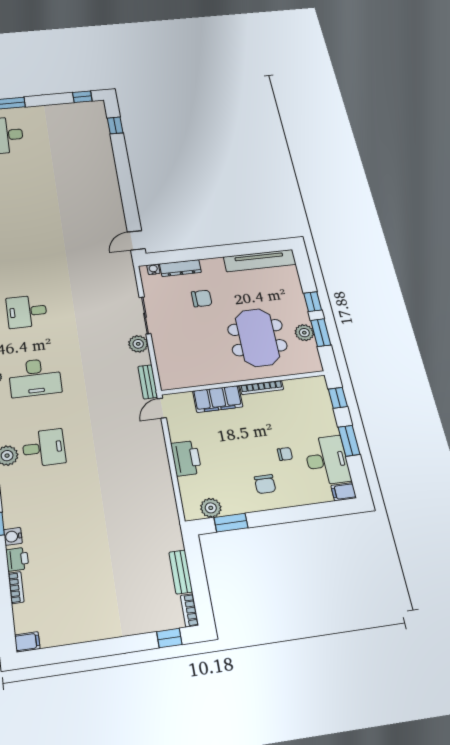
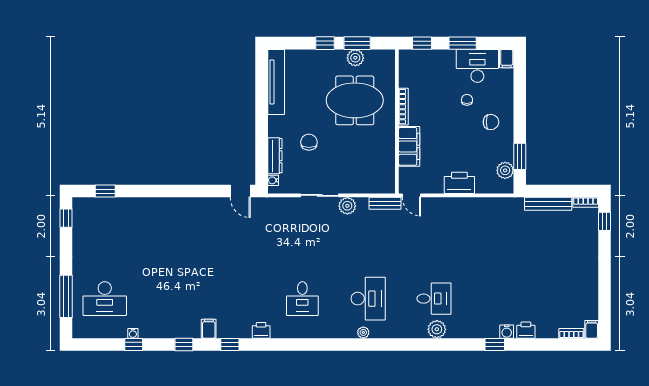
desk: (44, 448) -> (434, 299), turned 90
bench: (181, 572) -> (548, 204), width x1.36
bookcase: (16, 588) -> (571, 333), moved

